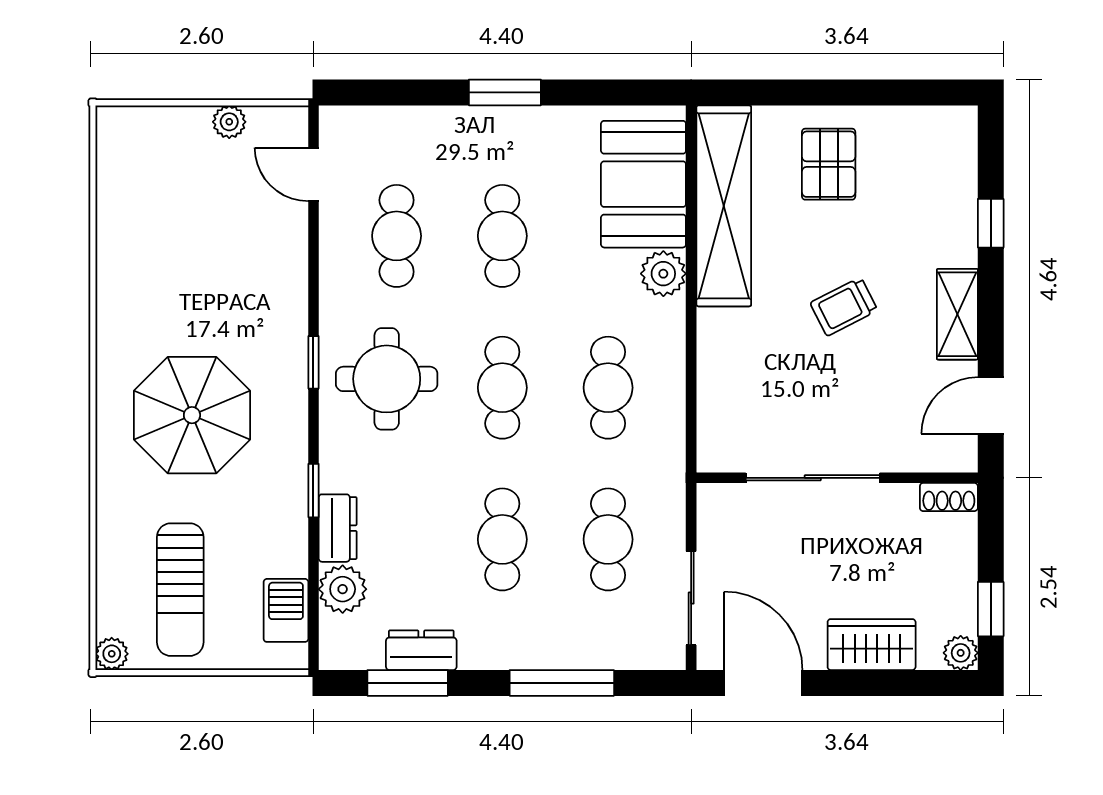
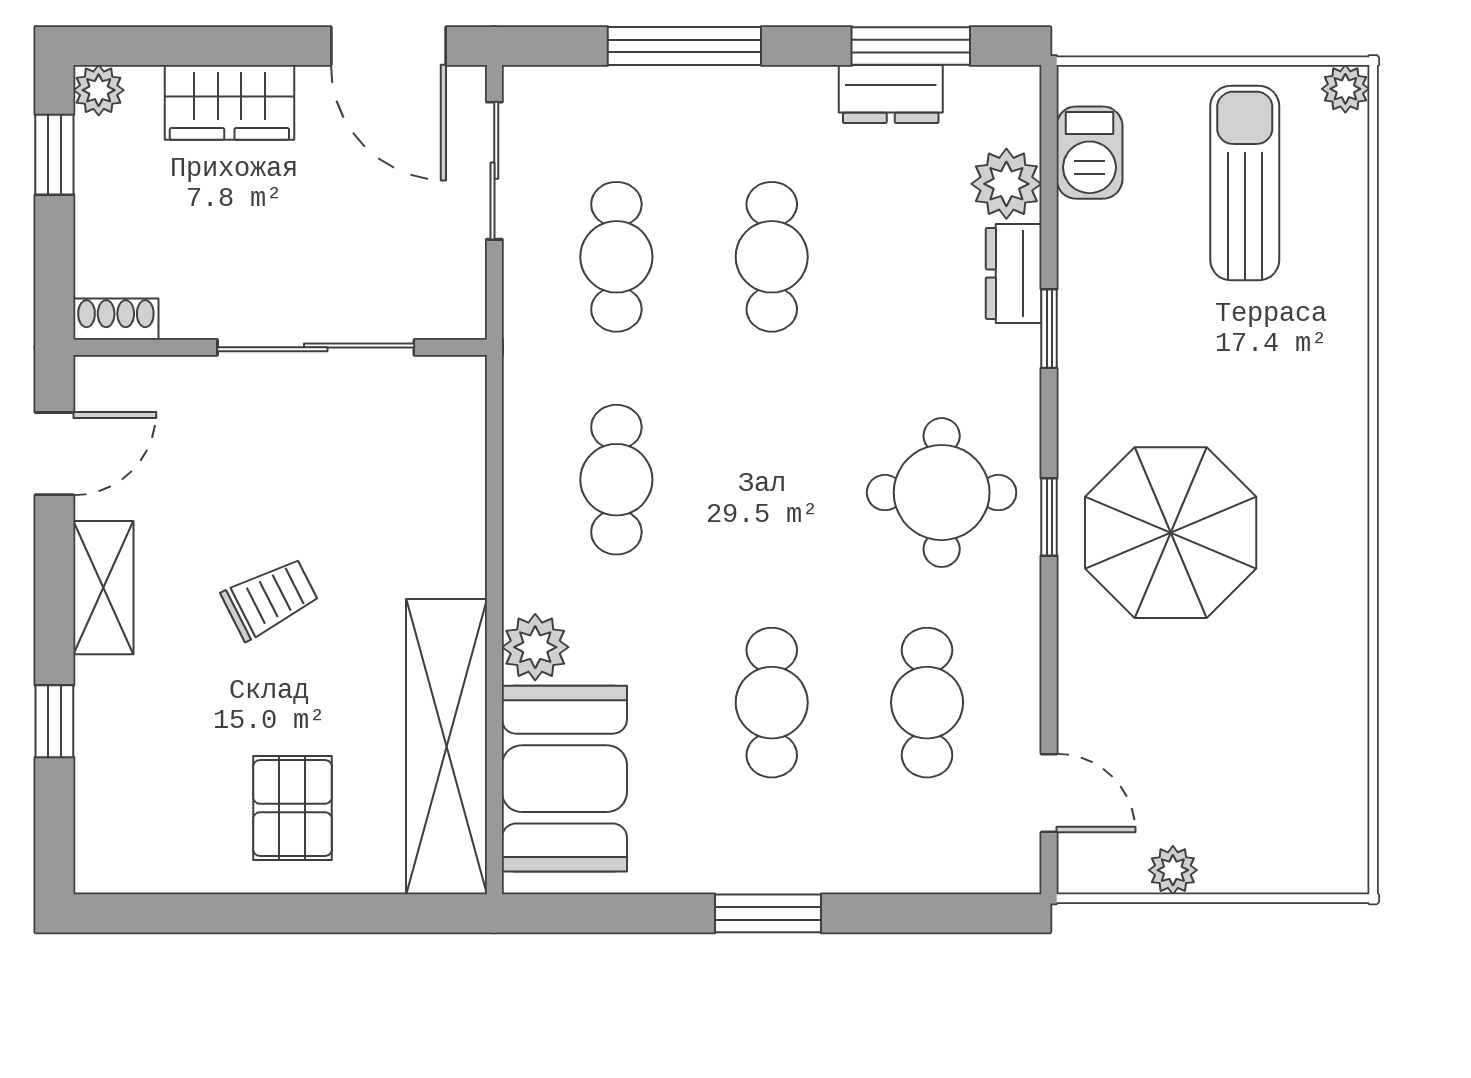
cafe table: (502, 388) -> (772, 480), removed
parasol: (192, 415) -> (1171, 533), moved

